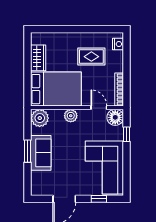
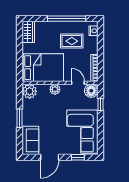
window: (85, 29) -> (67, 19), added
wardrobe: (38, 58) -> (28, 32), moved
sofa: (41, 153) -> (30, 140), moved

